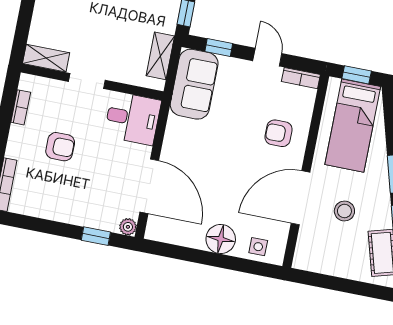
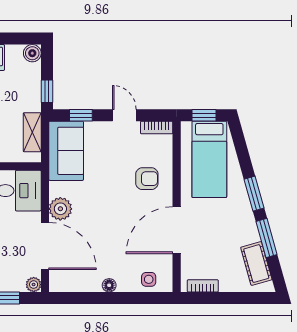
armchair: (279, 133) -> (147, 179), turned 180
plant: (175, 148) -> (60, 209), added
stool: (344, 211) -> (217, 234), removed
floor lamp: (221, 239) -> (109, 285), width x0.53, depth x0.53
bookcase: (317, 266) -> (203, 286), added

